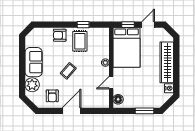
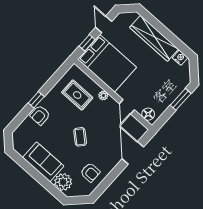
window: (83, 25) -> (36, 100), moved
rug: (80, 41) -> (77, 95), moved
door: (71, 111) -> (133, 153), moved

